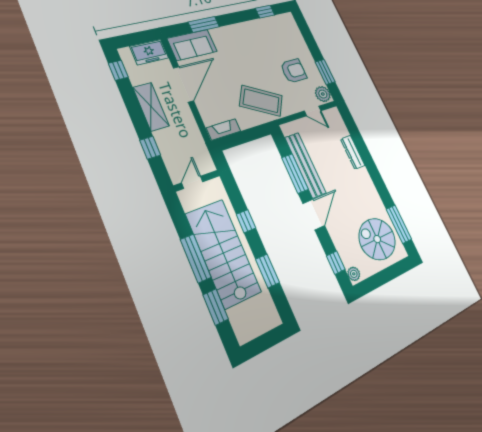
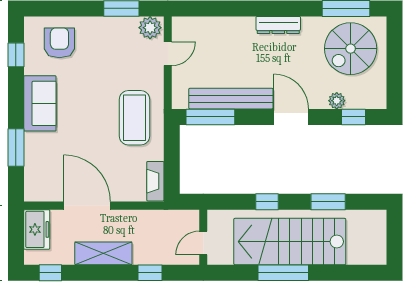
sofa: (192, 45) -> (40, 103), moved
armchair: (294, 71) -> (59, 43), moved
coffee table: (261, 101) -> (135, 118), turned -31
dresser: (353, 152) -> (278, 25), moved
window: (295, 173) -> (210, 117), moved
door: (192, 182) -> (203, 243), hinge flipped
plant: (354, 274) -> (337, 101), moved
window: (216, 307) -> (339, 273), removed

